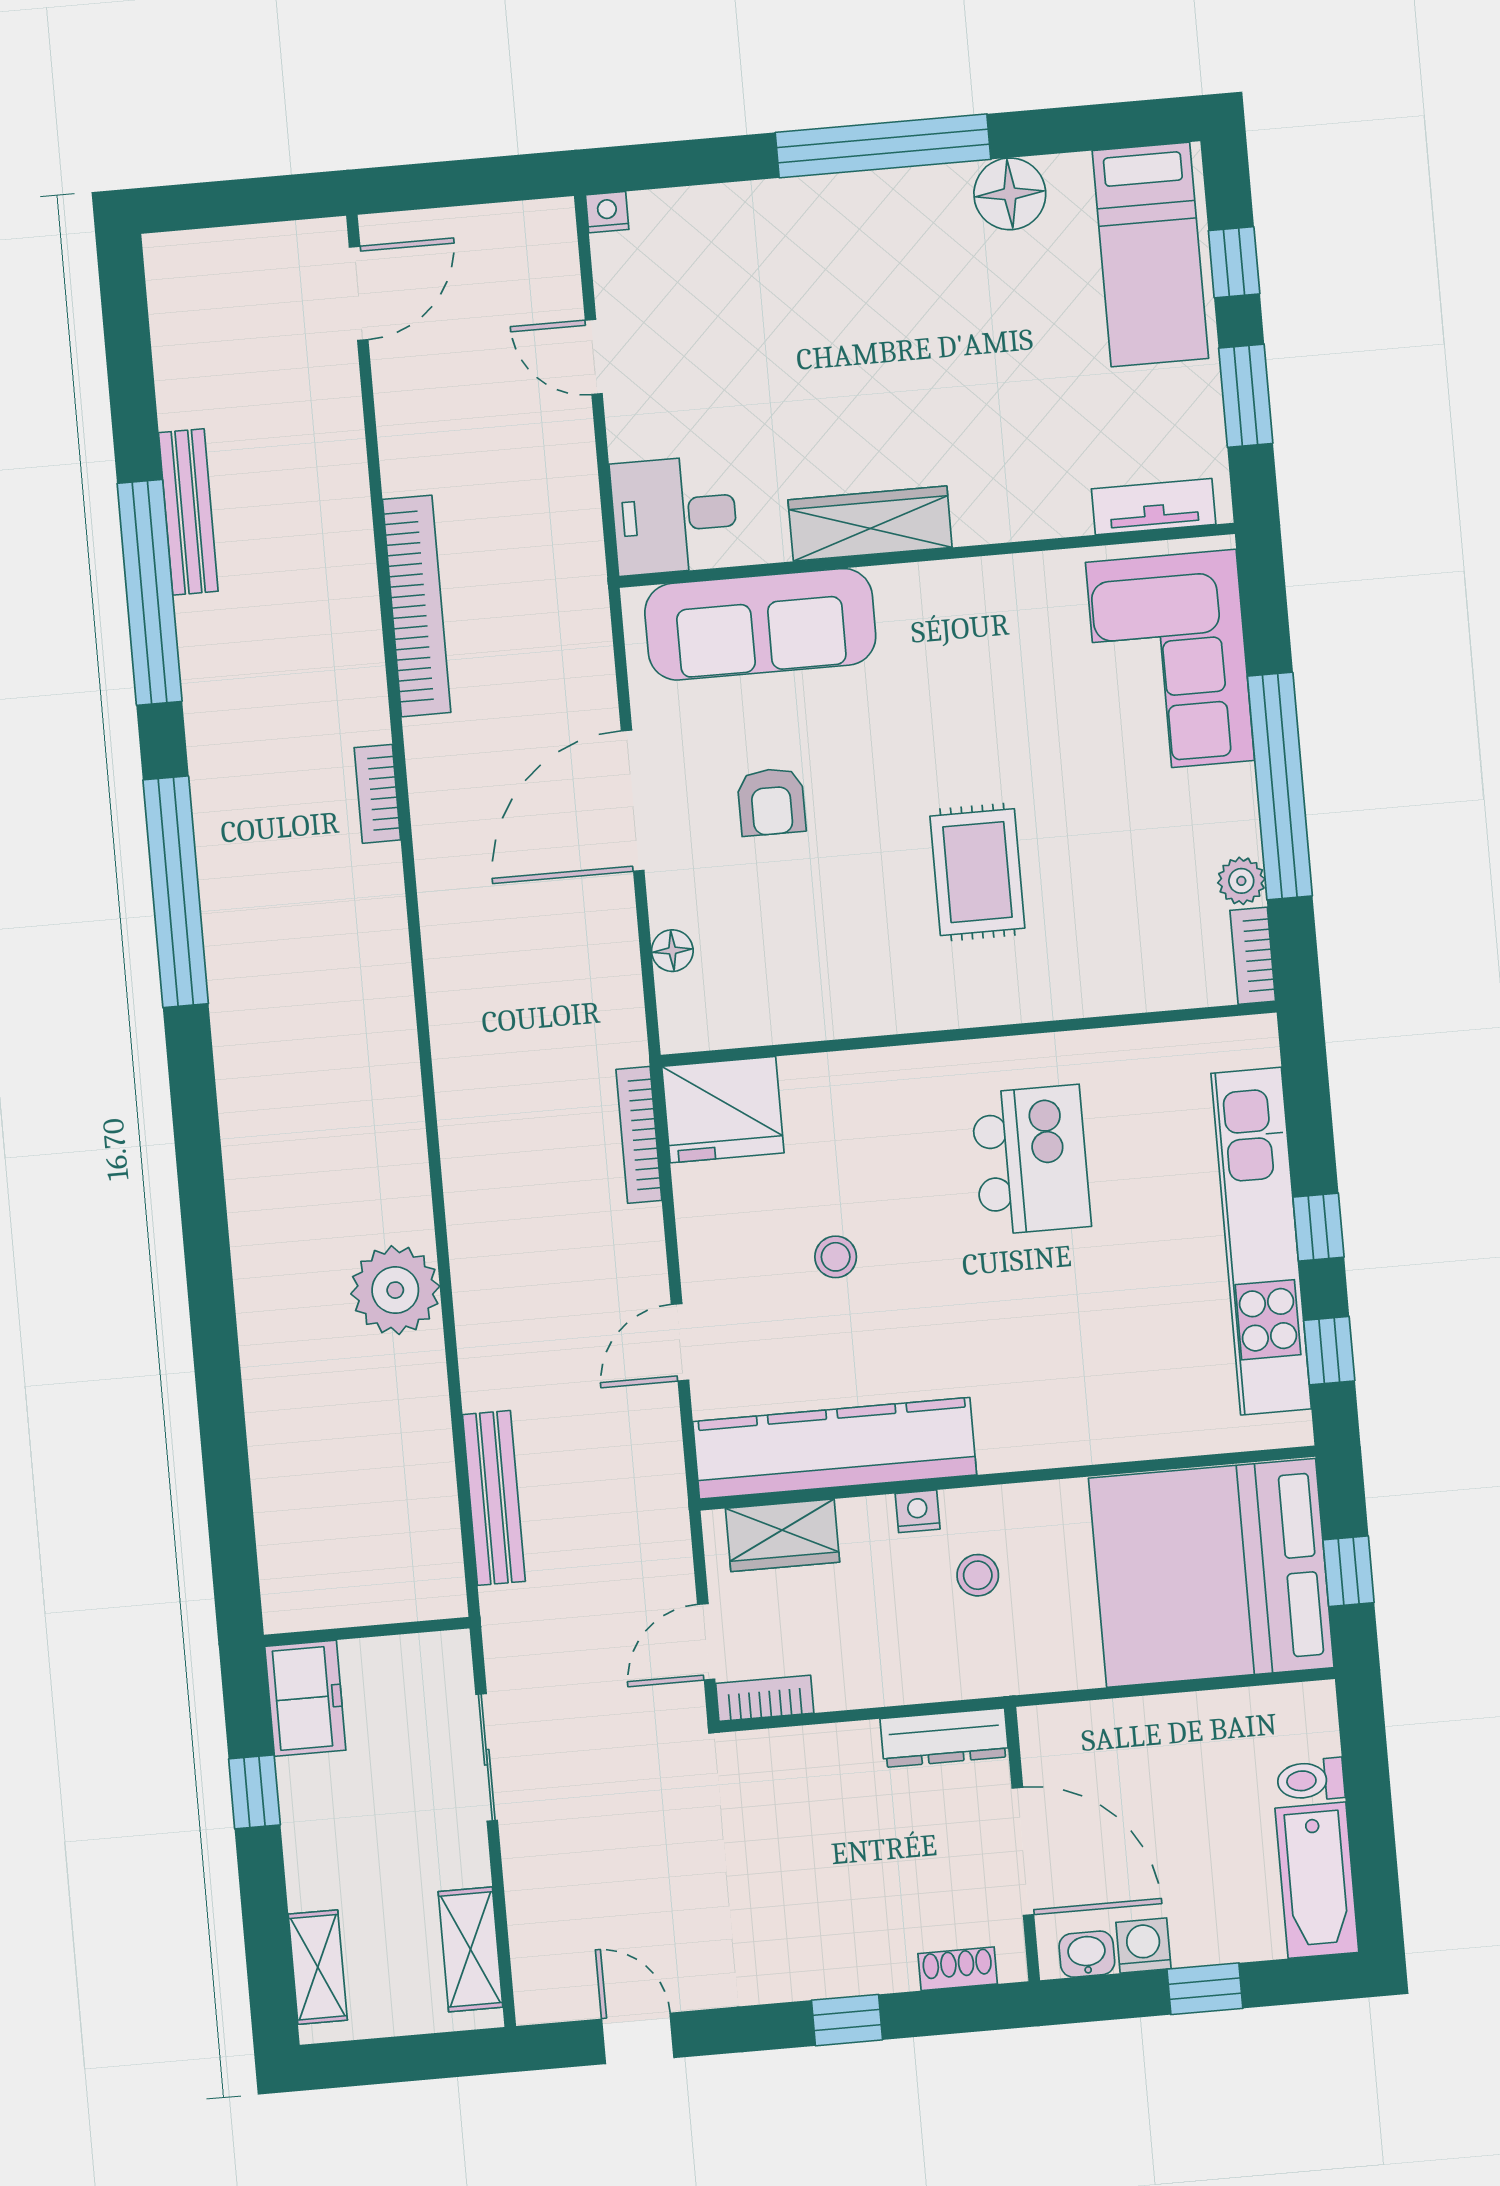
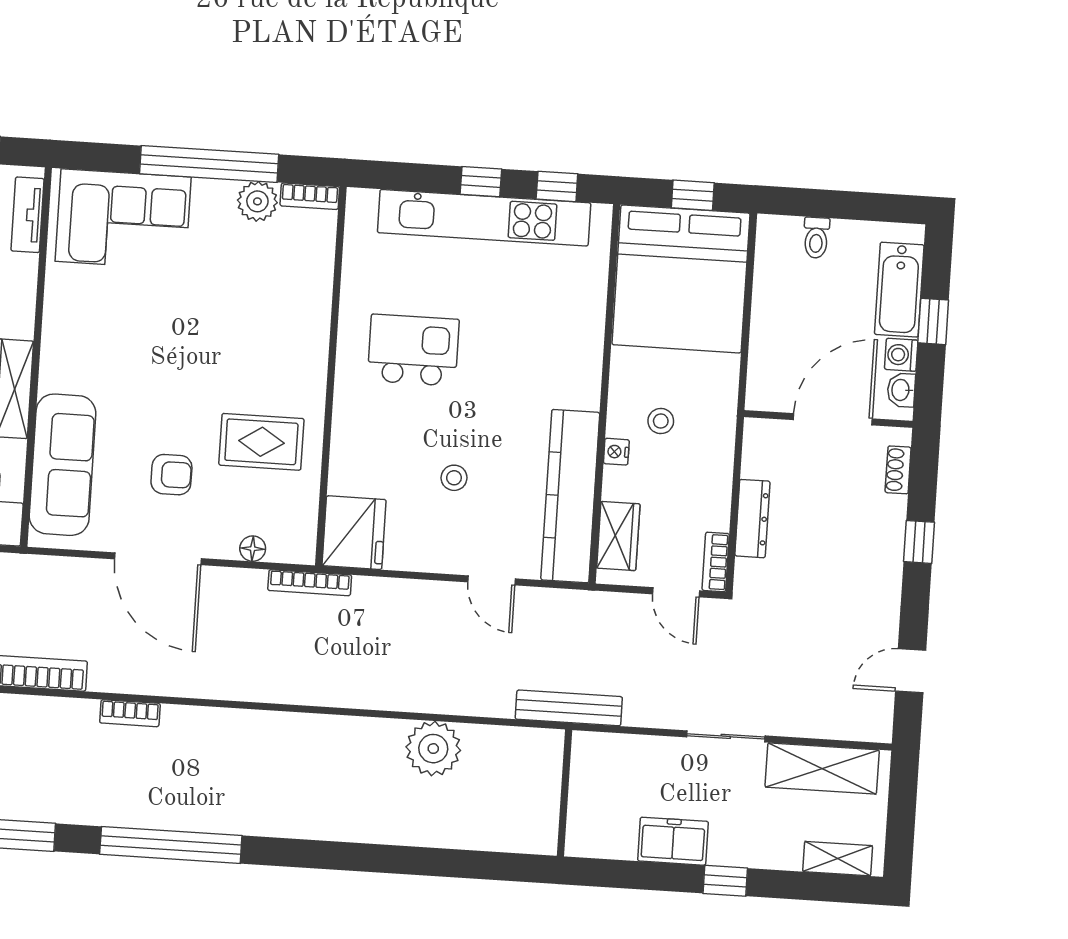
rug: (977, 872) -> (261, 442), moved
plant: (1241, 881) -> (257, 201), width x1.38, depth x1.38
bookcase: (639, 1135) -> (310, 583), moved
wall: (367, 1632) -> (565, 793), moved
dresser: (944, 1738) -> (752, 519), moved
bathtub: (1317, 1880) -> (899, 290), moved, turned 90
shelving: (471, 1949) -> (822, 768), width x1.50, depth x1.33

